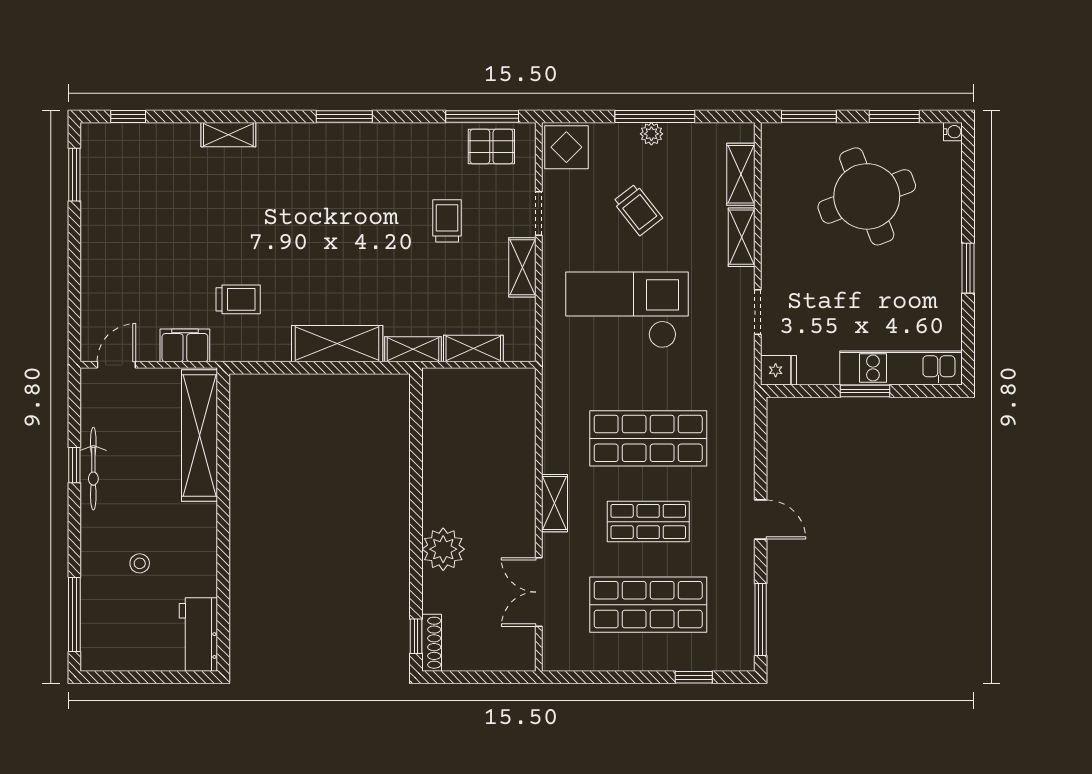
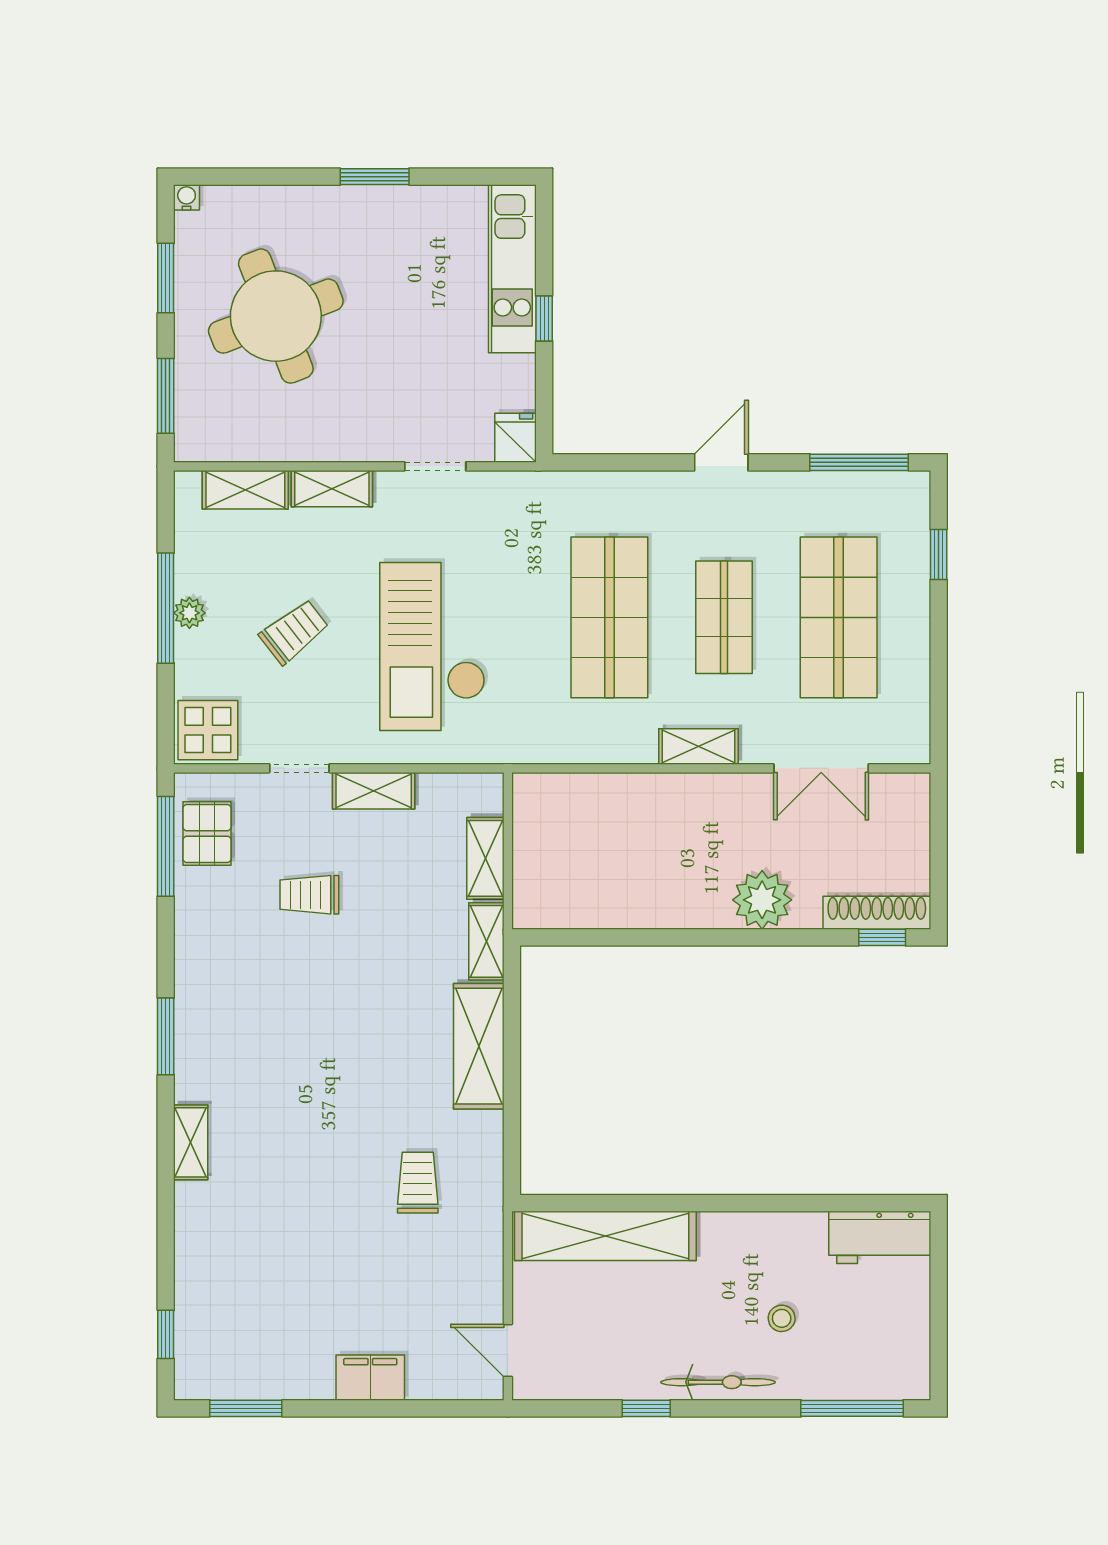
shelving: (228, 135) -> (191, 1142), moved
filing cabinet: (185, 345) -> (370, 1378), moved, turned 90
window: (865, 391) -> (544, 318), width x0.67
bicycle: (93, 469) -> (718, 1382), moved
shoe rack: (432, 643) -> (877, 913), width x1.36, depth x1.24

